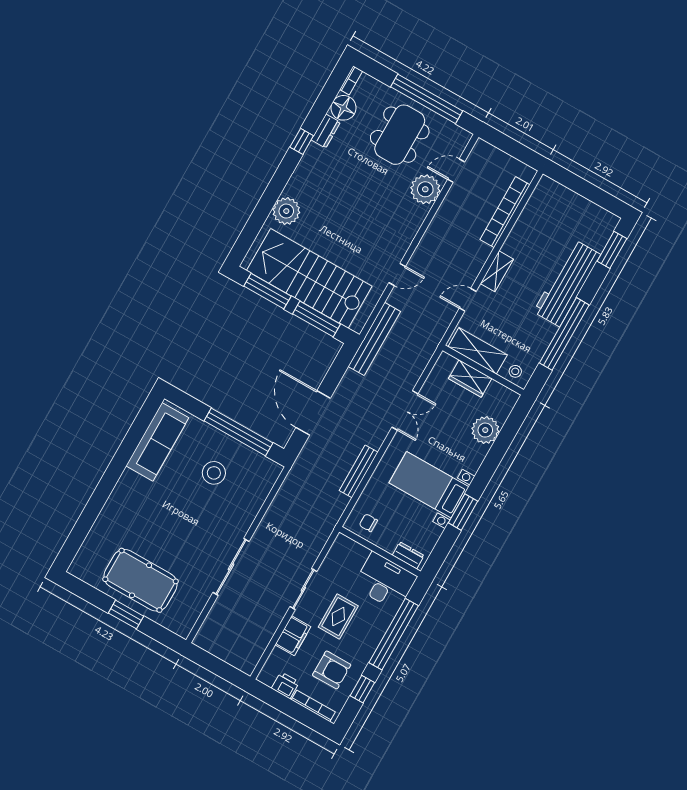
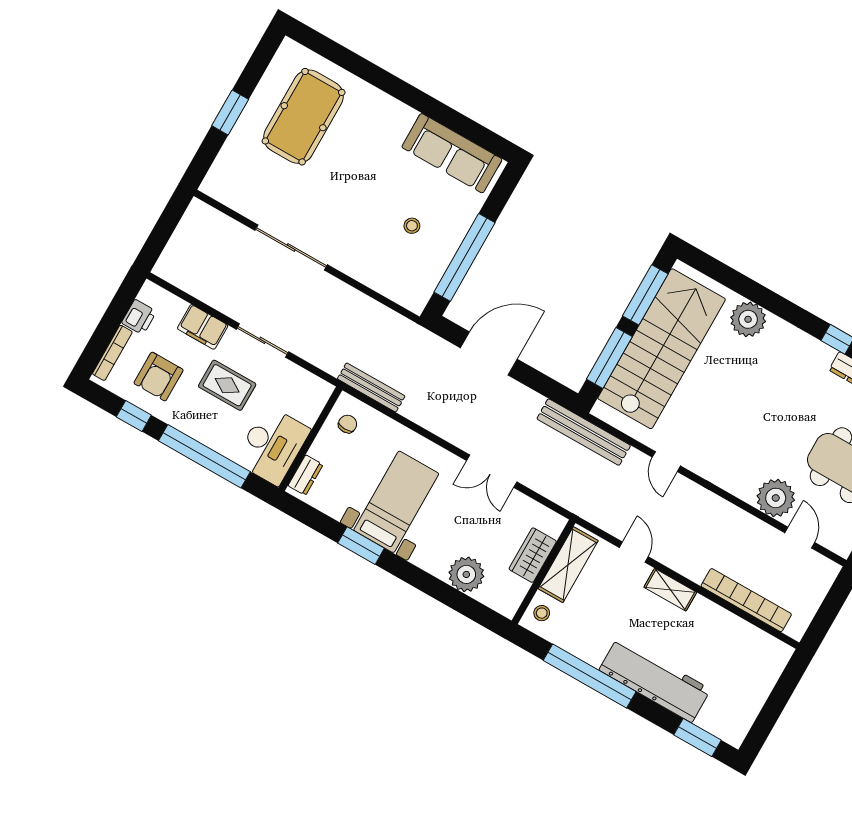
bench: (359, 471) -> (371, 387), moved
stool: (214, 473) -> (412, 226), width x0.53, depth x0.53
pool table: (141, 580) -> (304, 117), moved

